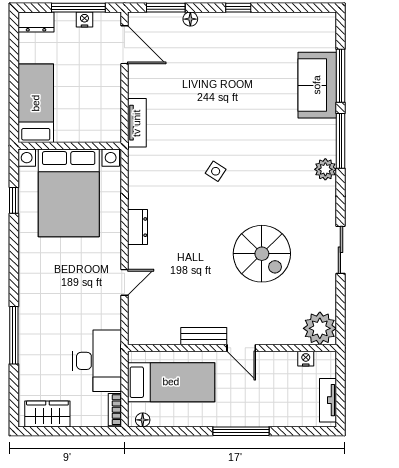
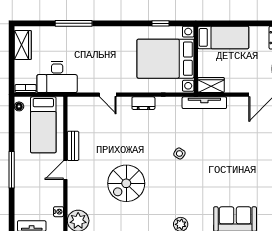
wardrobe: (110, 122) -> (211, 85), added
tv unit: (137, 123) -> (204, 103), width x1.41

